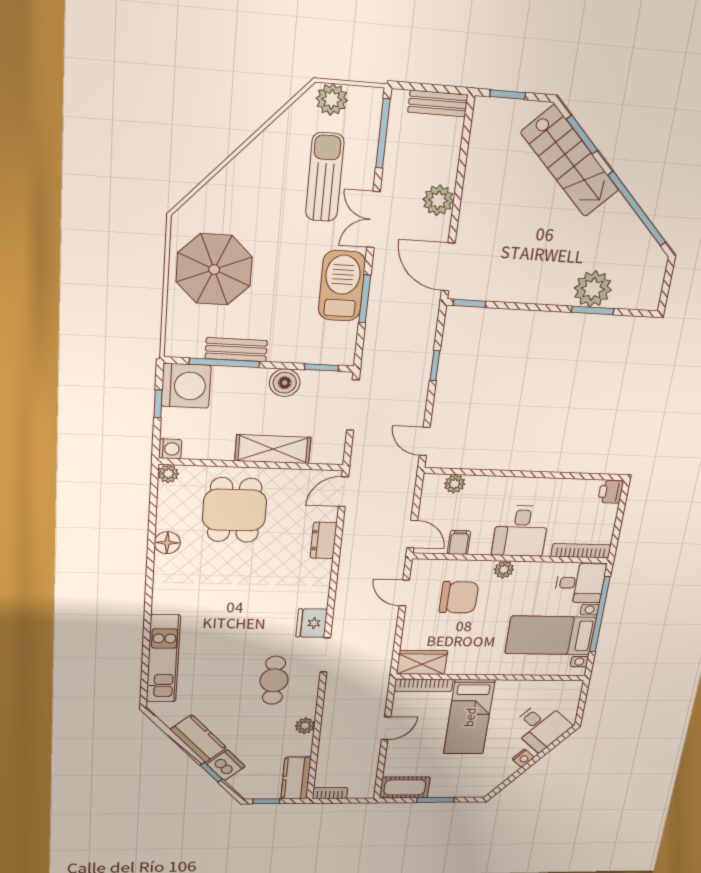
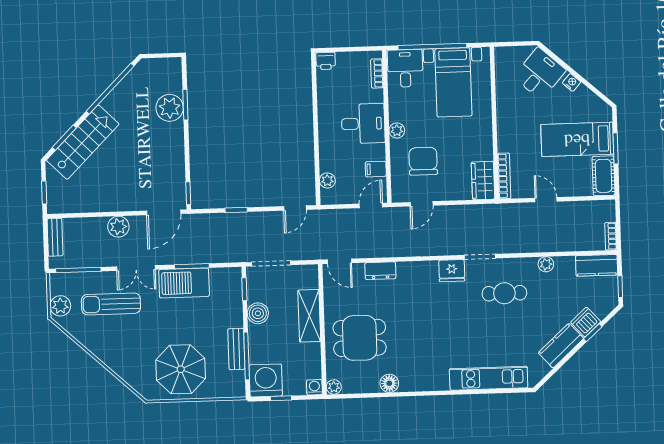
bookcase: (581, 551) -> (377, 73), width x0.64
bed: (469, 717) -> (577, 139), moved, turned 180

